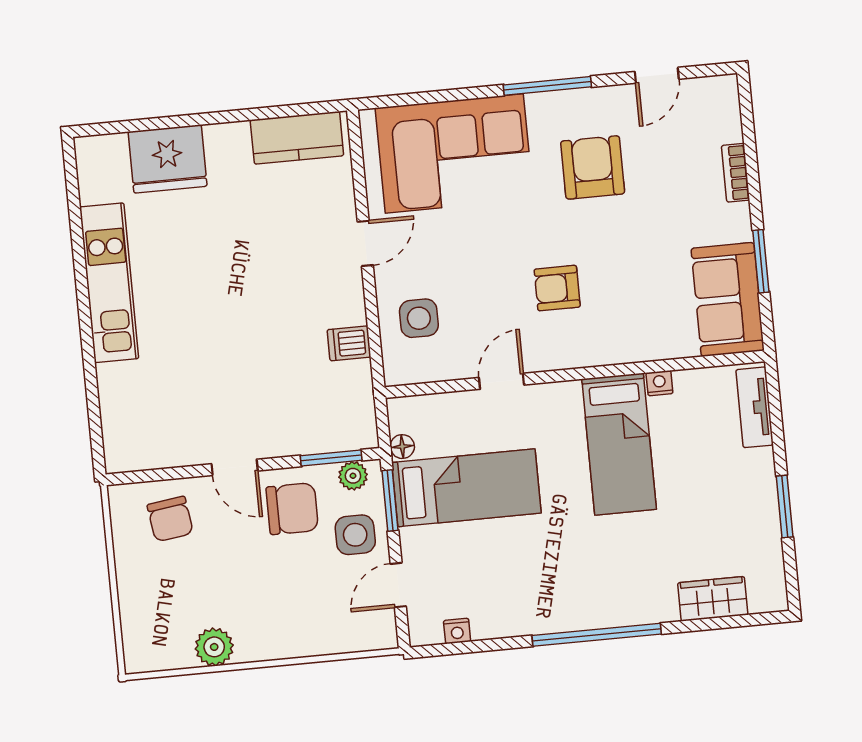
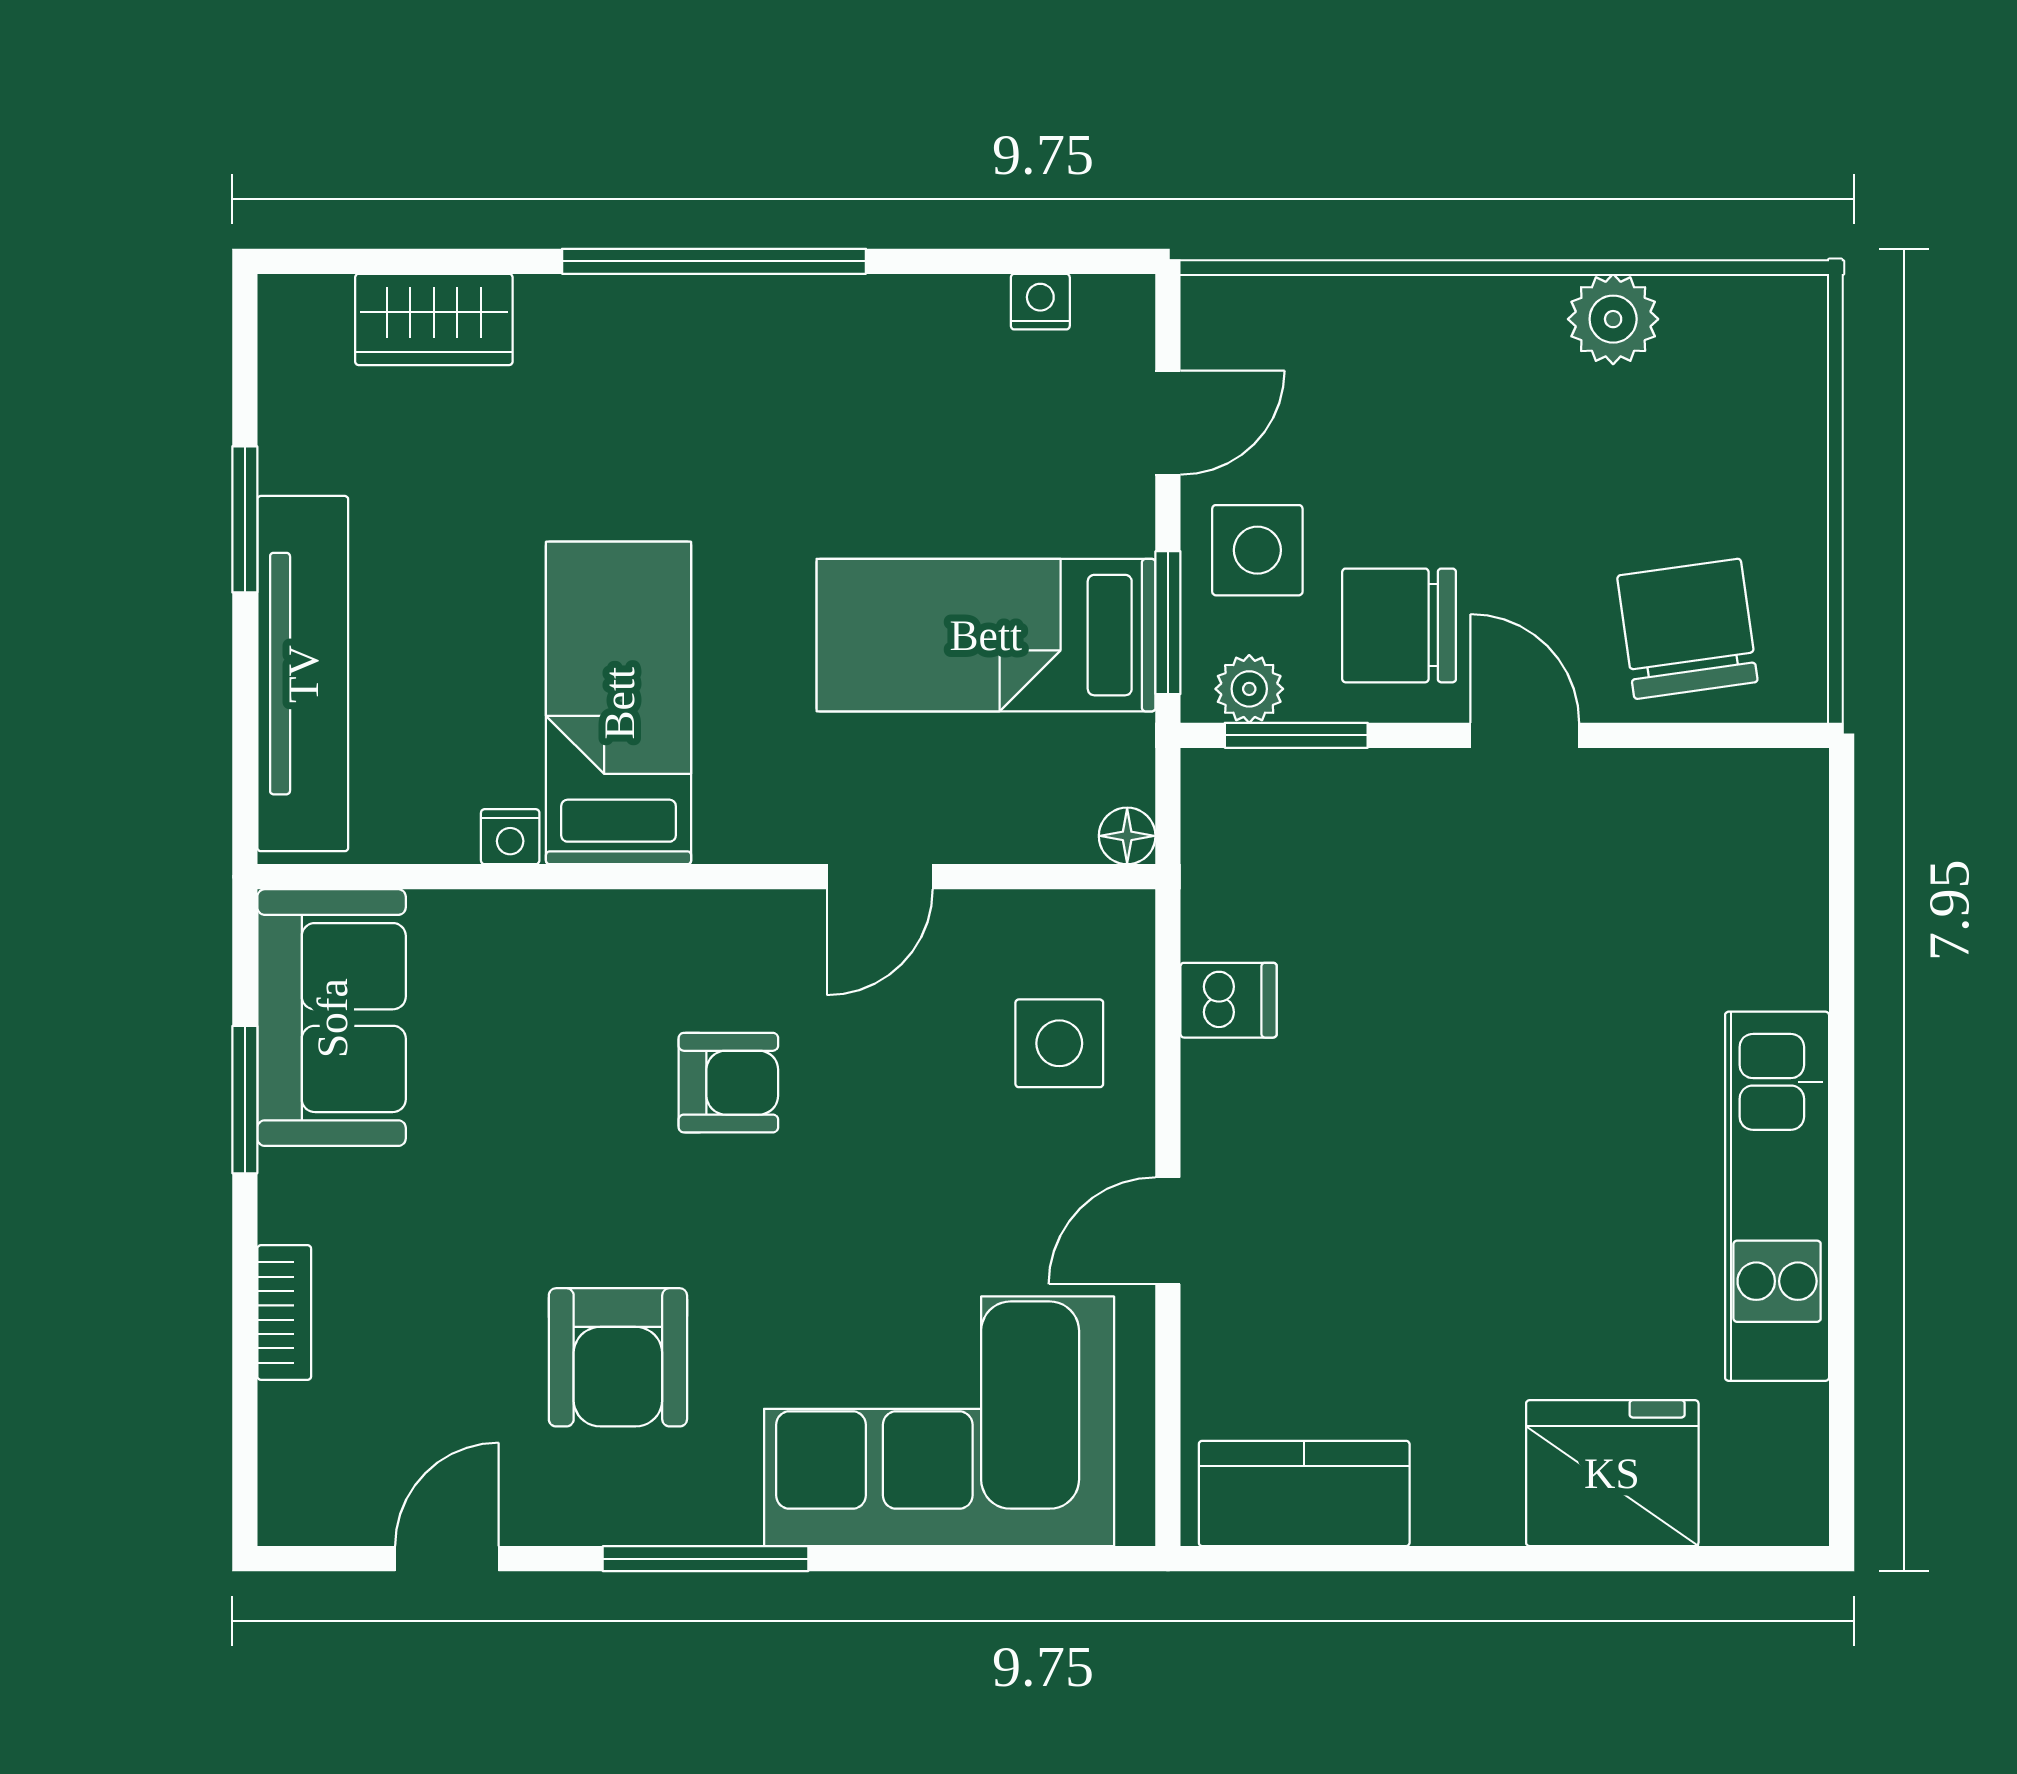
tv unit: (755, 407) -> (303, 674), width x1.92, depth x1.29
floor lamp: (402, 447) -> (1127, 836), moved
chair: (170, 519) -> (1687, 629), width x1.37, depth x1.37

